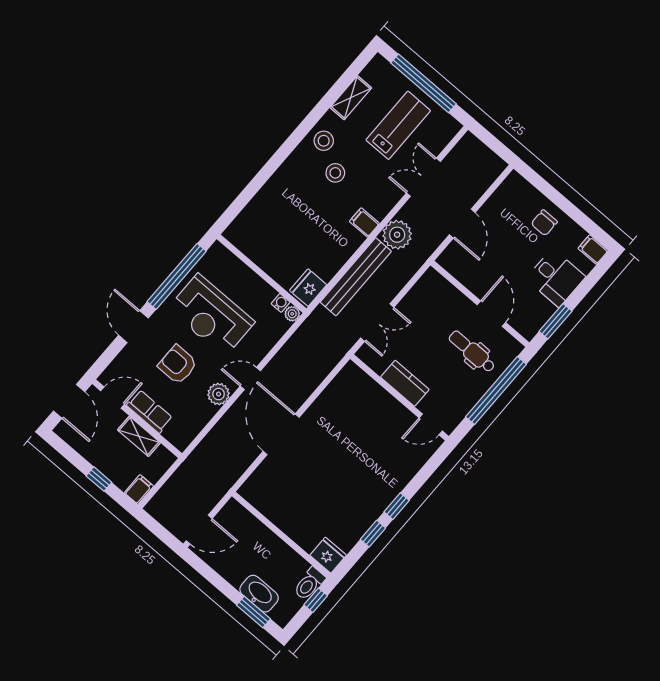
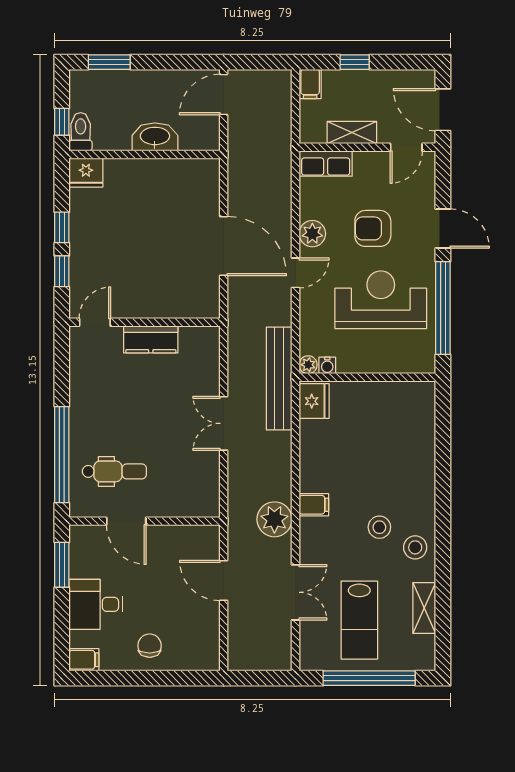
bench: (356, 277) -> (279, 379), moved
armchair: (178, 365) -> (373, 228), turned 180
kitchen counter: (405, 383) -> (151, 339), moved
wall: (399, 397) -> (144, 322), moved
row of seats: (150, 412) -> (326, 164), moved
door: (431, 424) -> (95, 322), moved
washbasin: (259, 594) -> (155, 137), moved, turned 180

